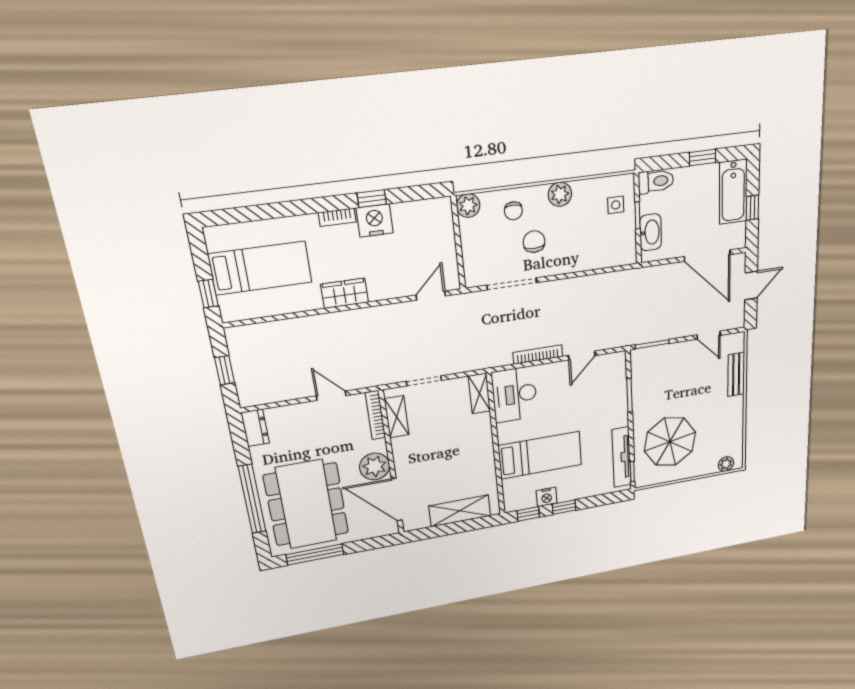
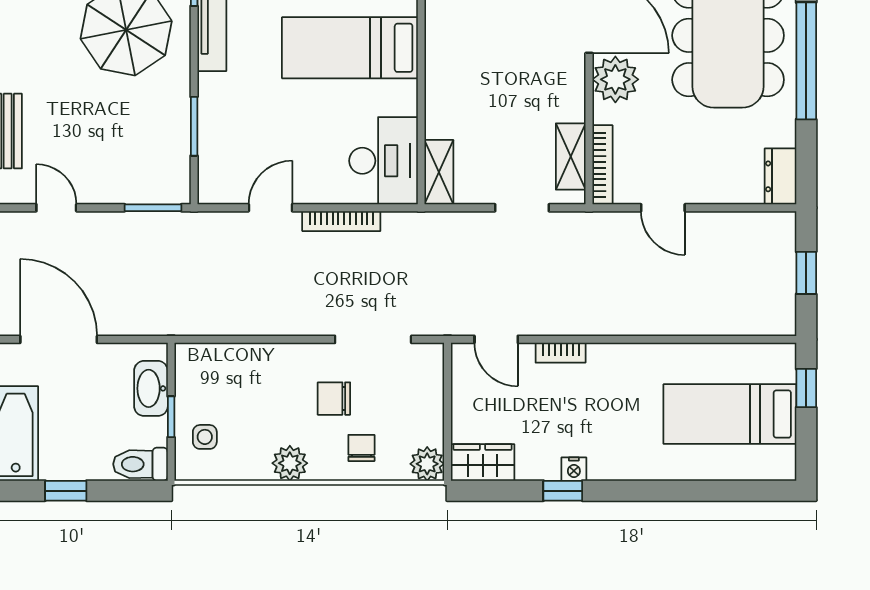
bookcase: (337, 217) -> (561, 353), moved, turned 180
nightstand: (375, 220) -> (574, 469), width x0.53, depth x0.56
chair: (534, 242) -> (334, 399), turned 90
wardrobe: (345, 293) -> (483, 462), moved, turned 180
door: (431, 296) -> (496, 339), hinge flipped

